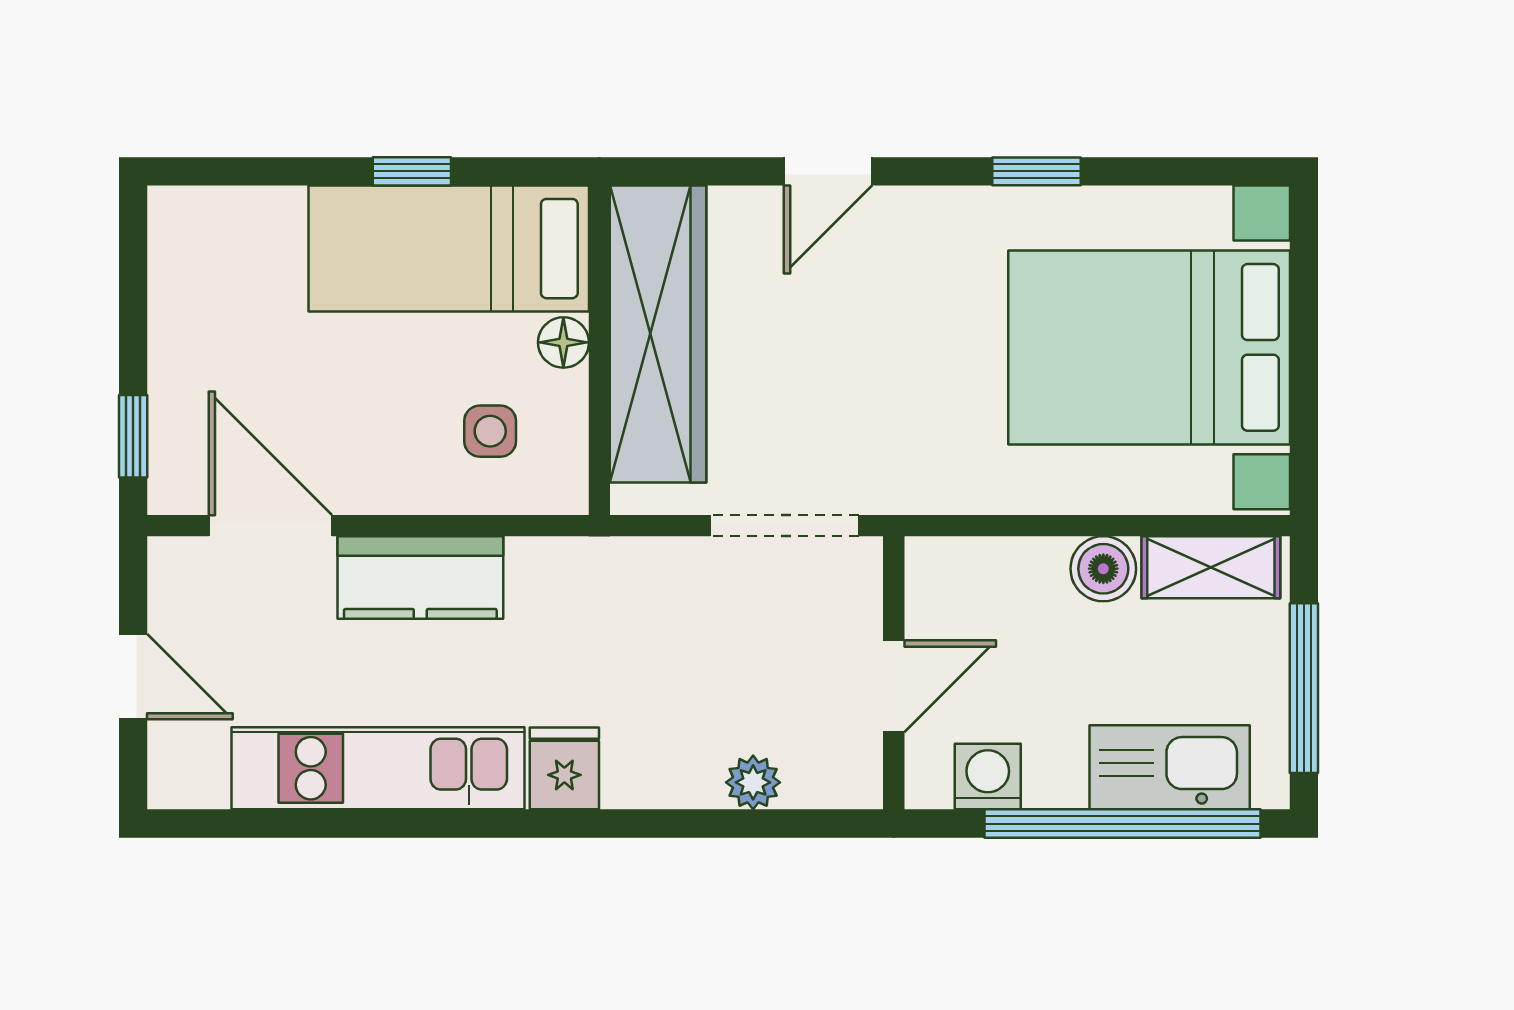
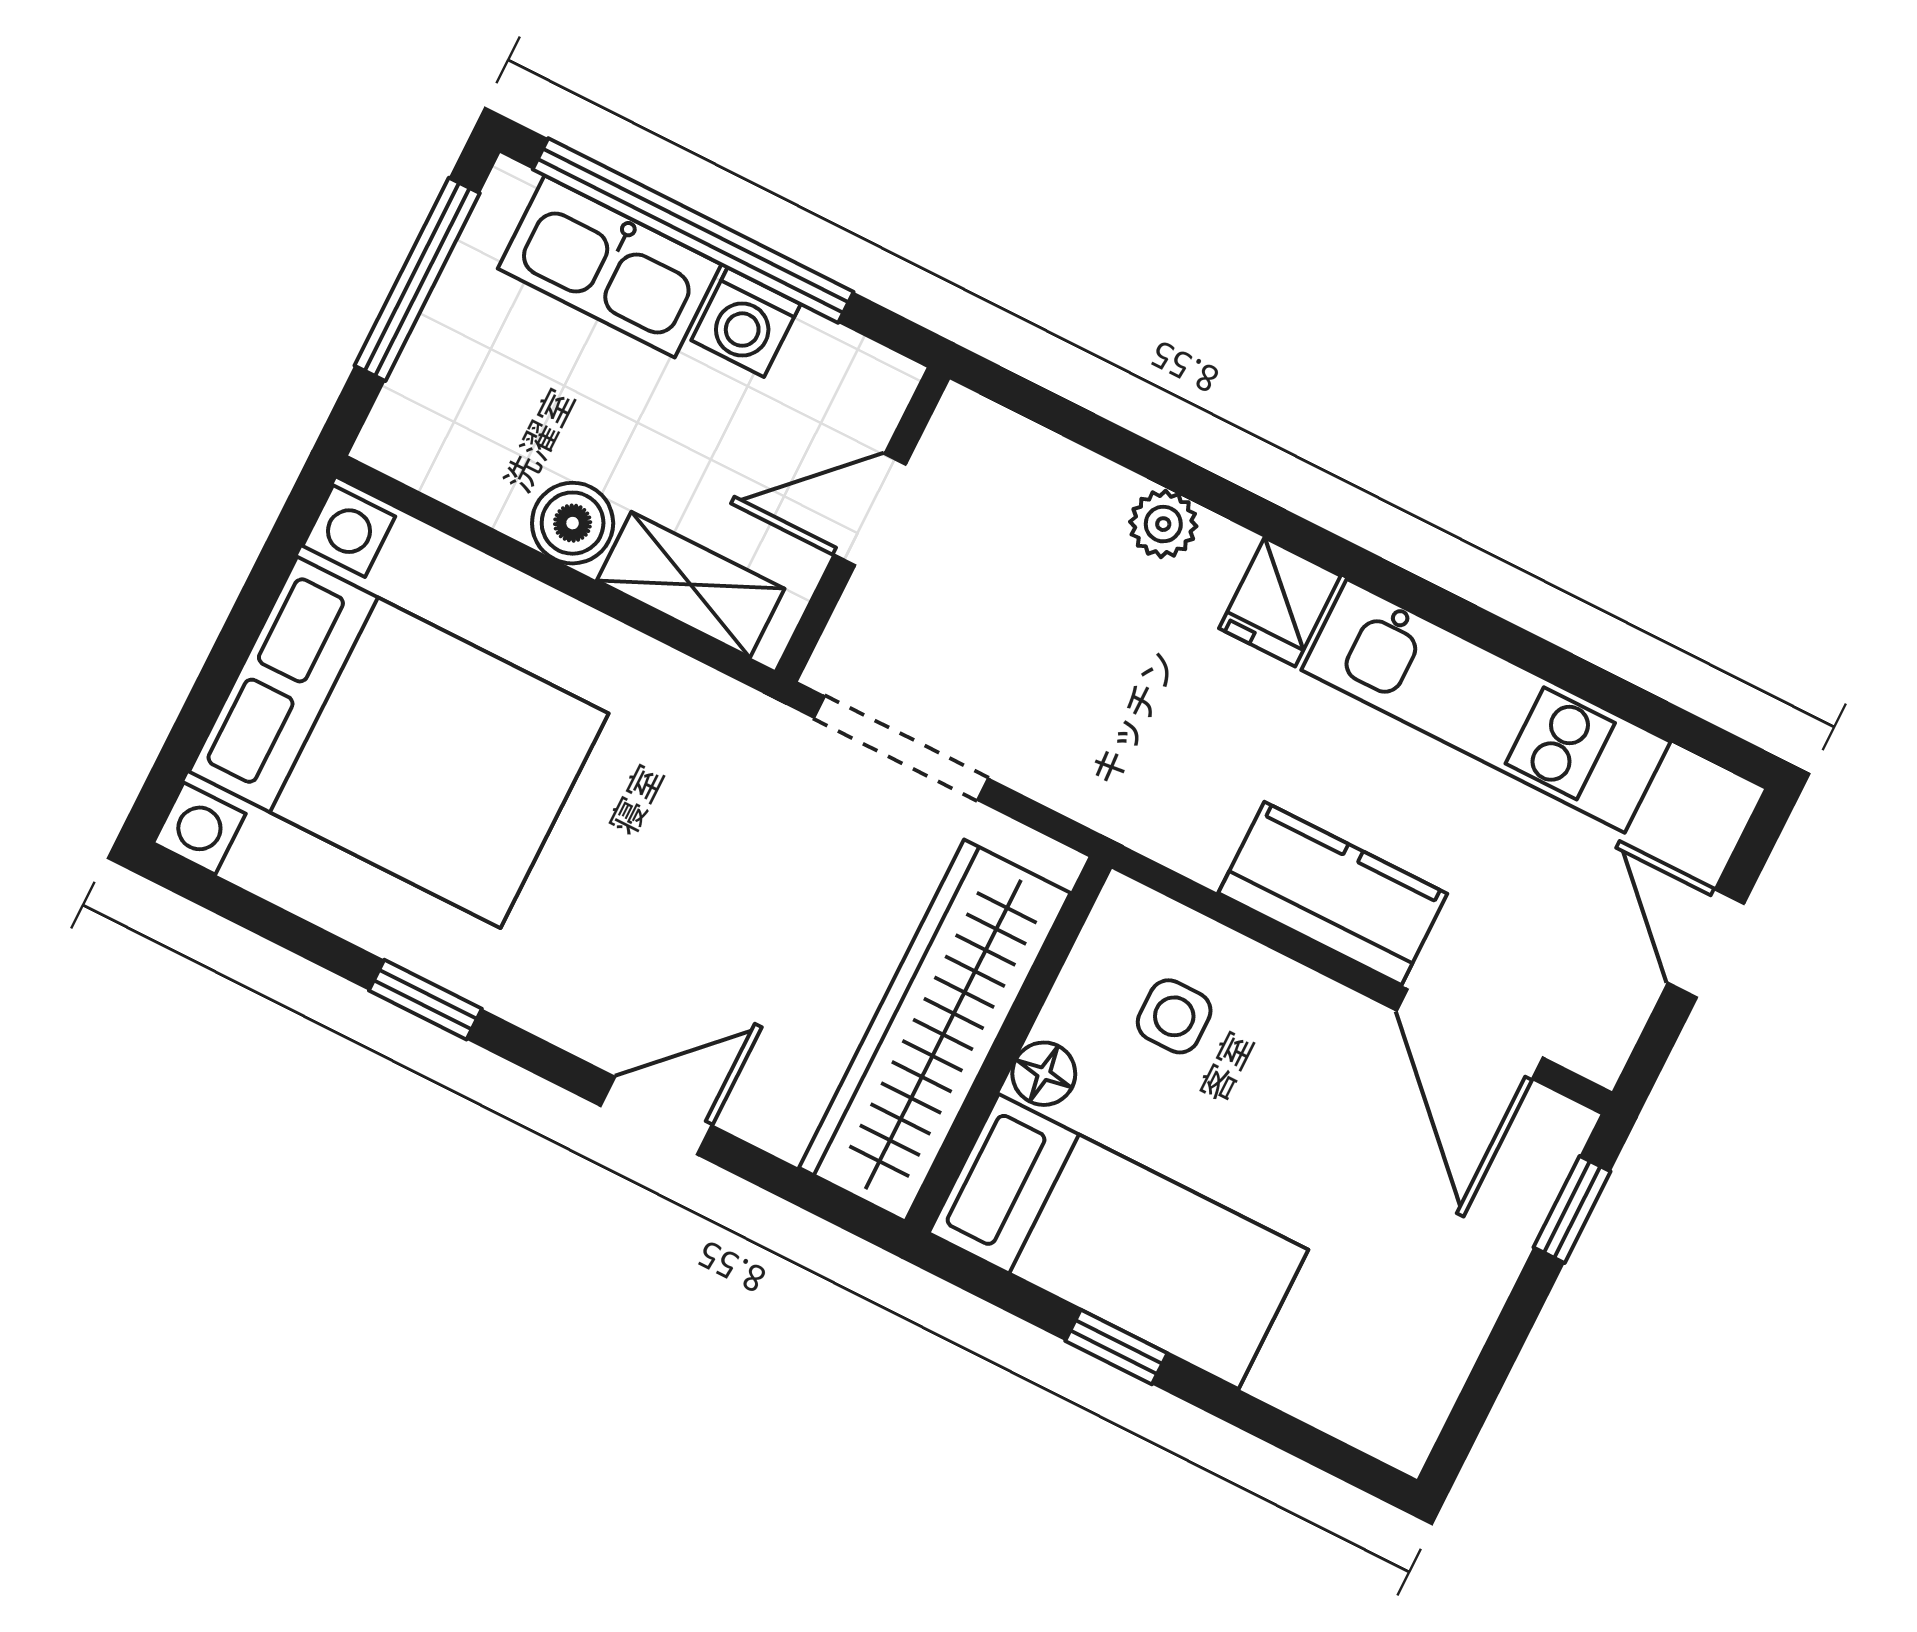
shelving: (1211, 567) -> (691, 585), moved
washing machine: (988, 777) -> (746, 322), moved
plant: (753, 782) -> (1163, 524), moved

